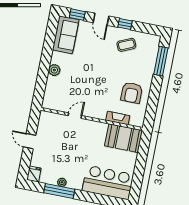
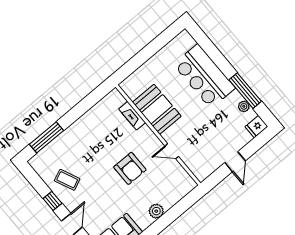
armchair: (132, 93) -> (130, 168), moved, turned 90
booth: (124, 138) -> (157, 109), moved
plant: (62, 182) -> (244, 106), moved
bar counter: (108, 183) -> (204, 76), moved

